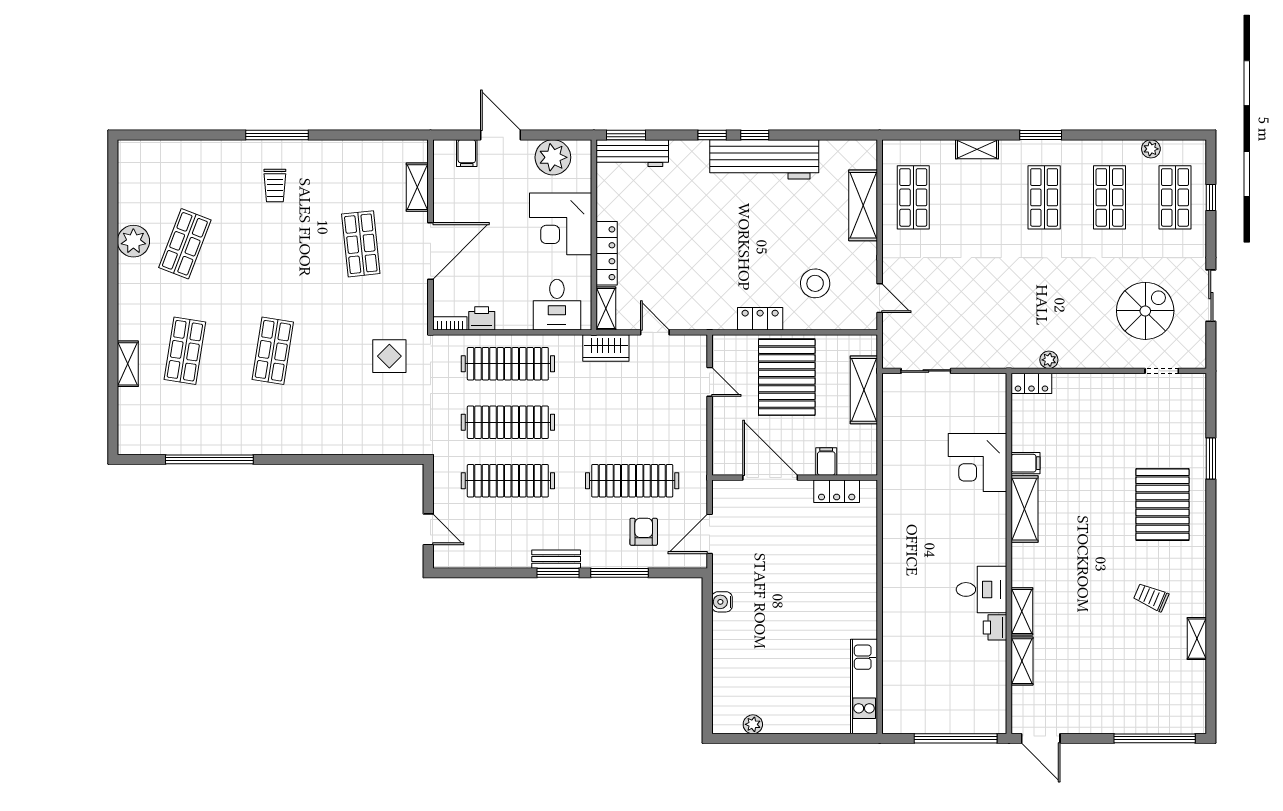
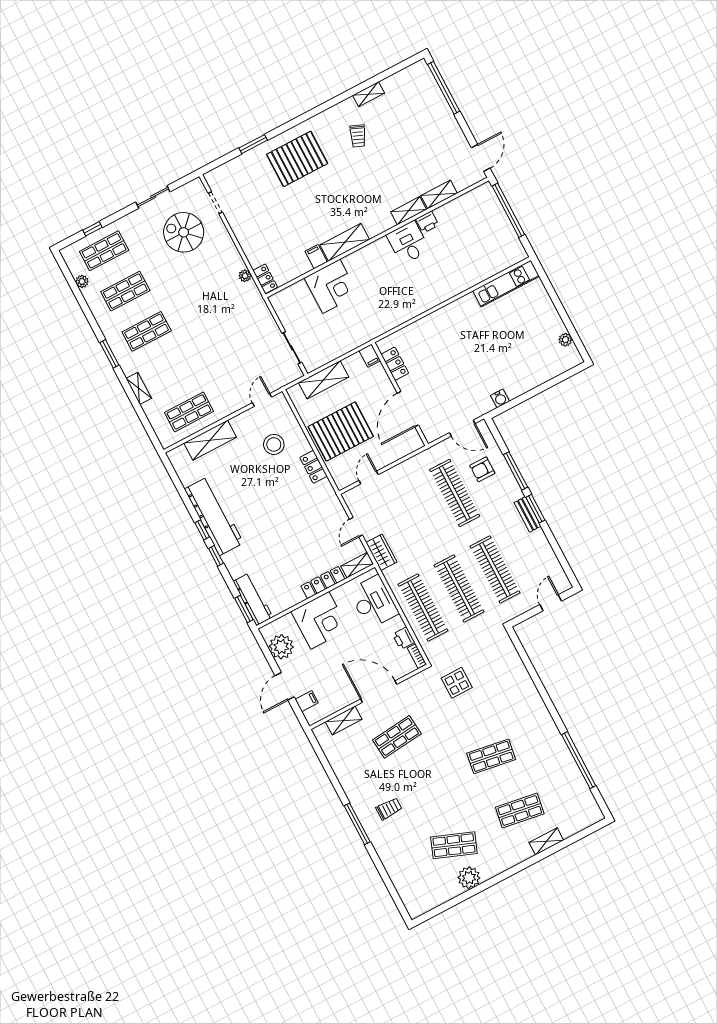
desk: (557, 305) -> (374, 602), width x1.37
filing cabinet: (826, 462) -> (370, 356), moved, turned -90

